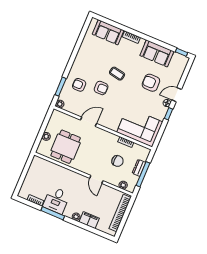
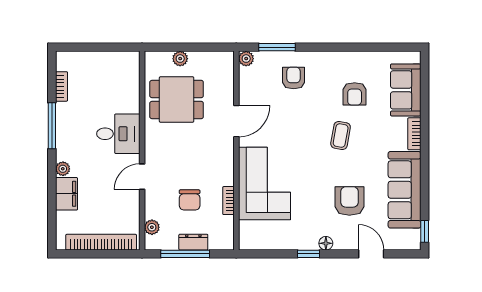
sofa: (157, 53) -> (405, 190), width x1.36
armchair: (101, 88) -> (355, 94), moved
door: (177, 95) -> (371, 254), moved
door: (88, 122) -> (236, 121), hinge flipped
corner sofa: (140, 127) -> (265, 183), moved
desk: (56, 200) -> (118, 134), moved, turned 180

